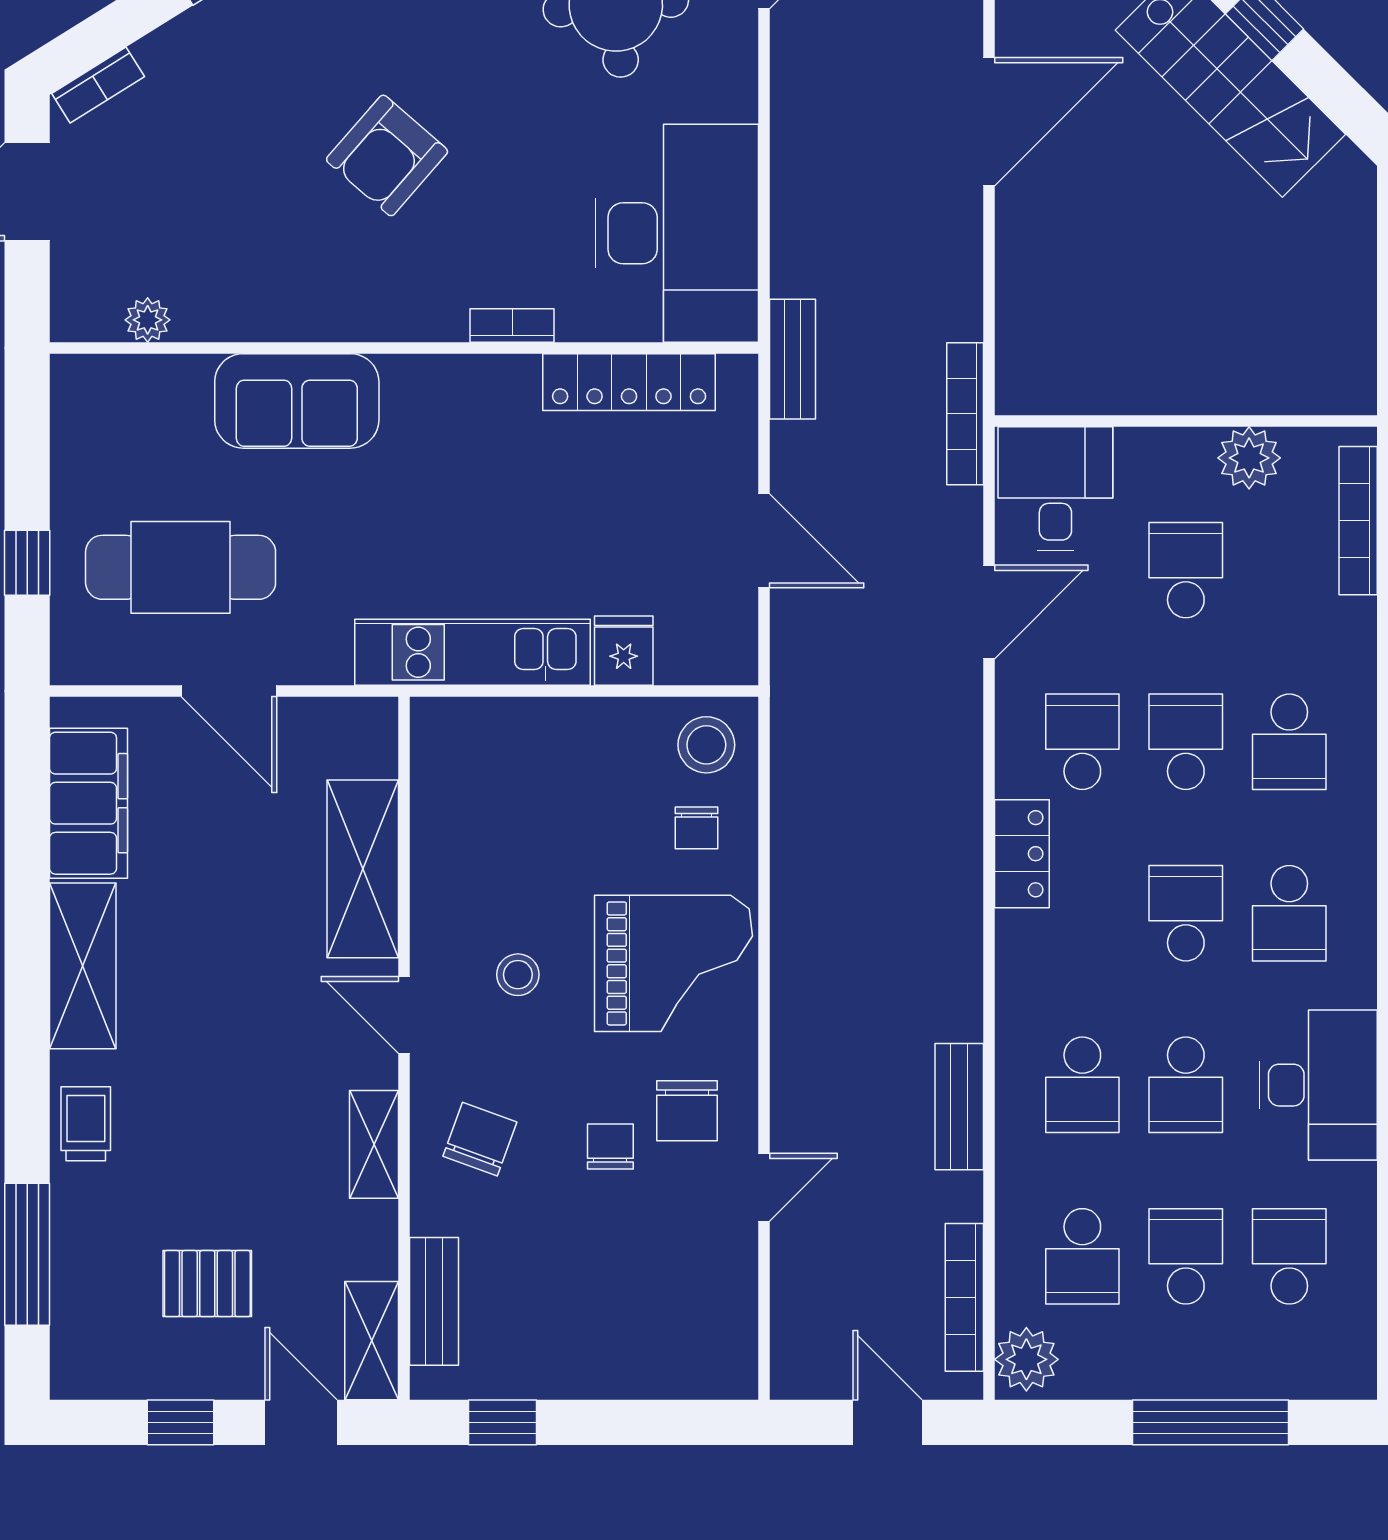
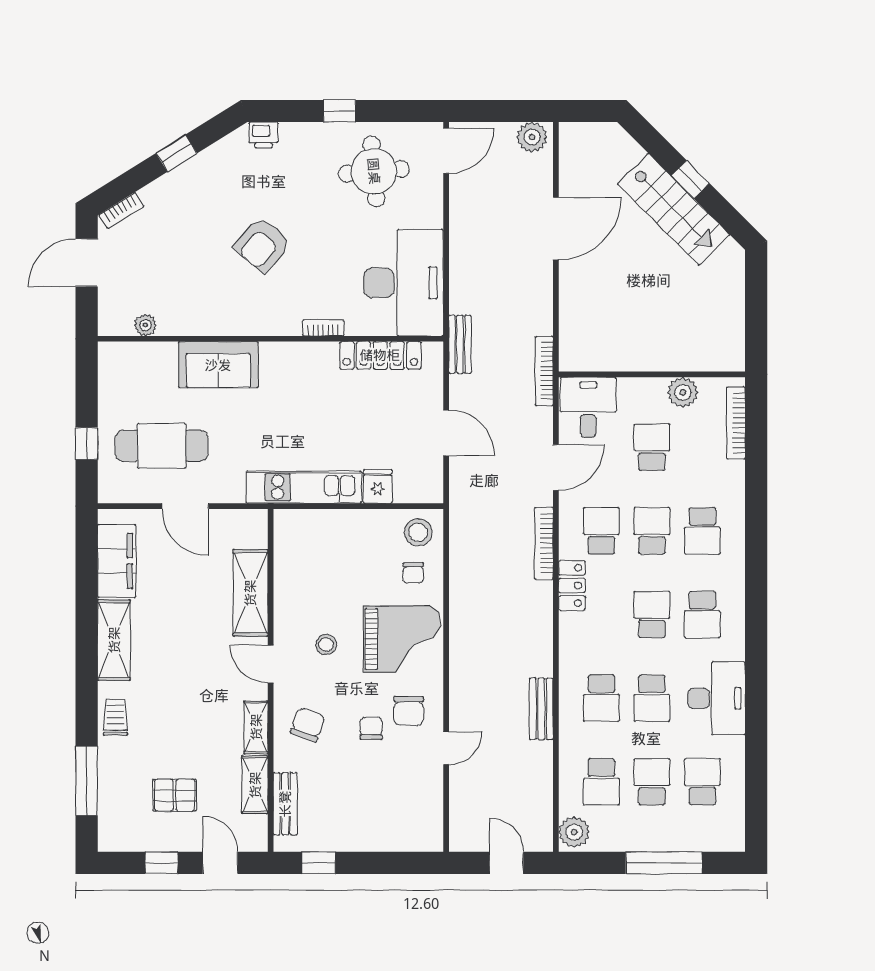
bookcase: (964, 1297) -> (544, 543), moved
shelving: (372, 1341) -> (255, 785), moved

